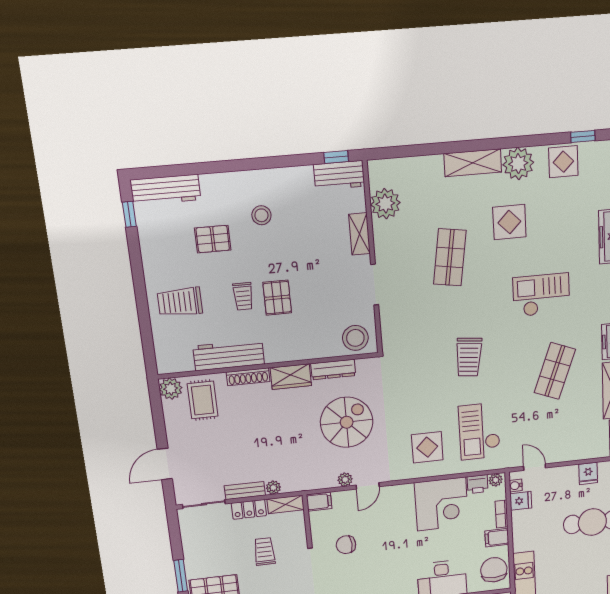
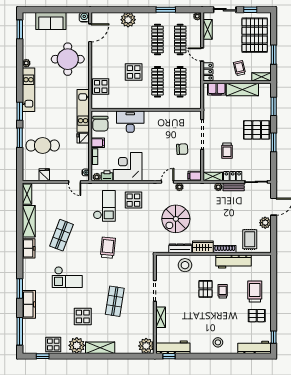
workbench: (339, 175) -> (173, 347), width x1.38
plant: (385, 204) -> (146, 346), moved
stool: (261, 215) -> (218, 342), moved
pallet: (213, 239) -> (257, 316), moved
trolley: (180, 302) -> (255, 291), turned -90
stool: (355, 338) -> (185, 265), moved
plant: (171, 389) -> (265, 223), moved
fridge: (521, 501) -> (83, 138), moved

